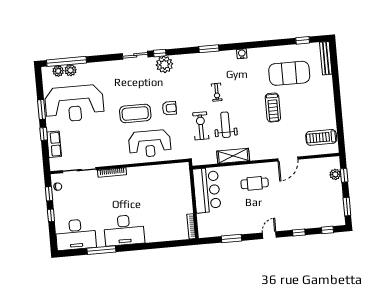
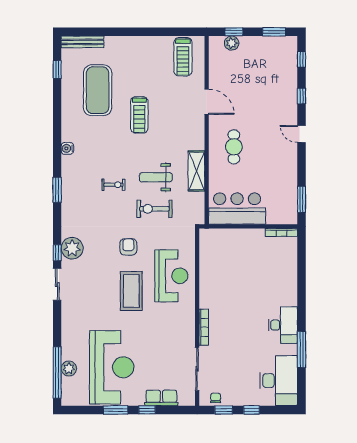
plant: (58, 71) -> (68, 384), removed
treadmill: (273, 108) -> (139, 115), turned 90
desk: (124, 230) -> (283, 325), width x0.73, depth x0.77
window: (232, 238) -> (301, 199), moved

